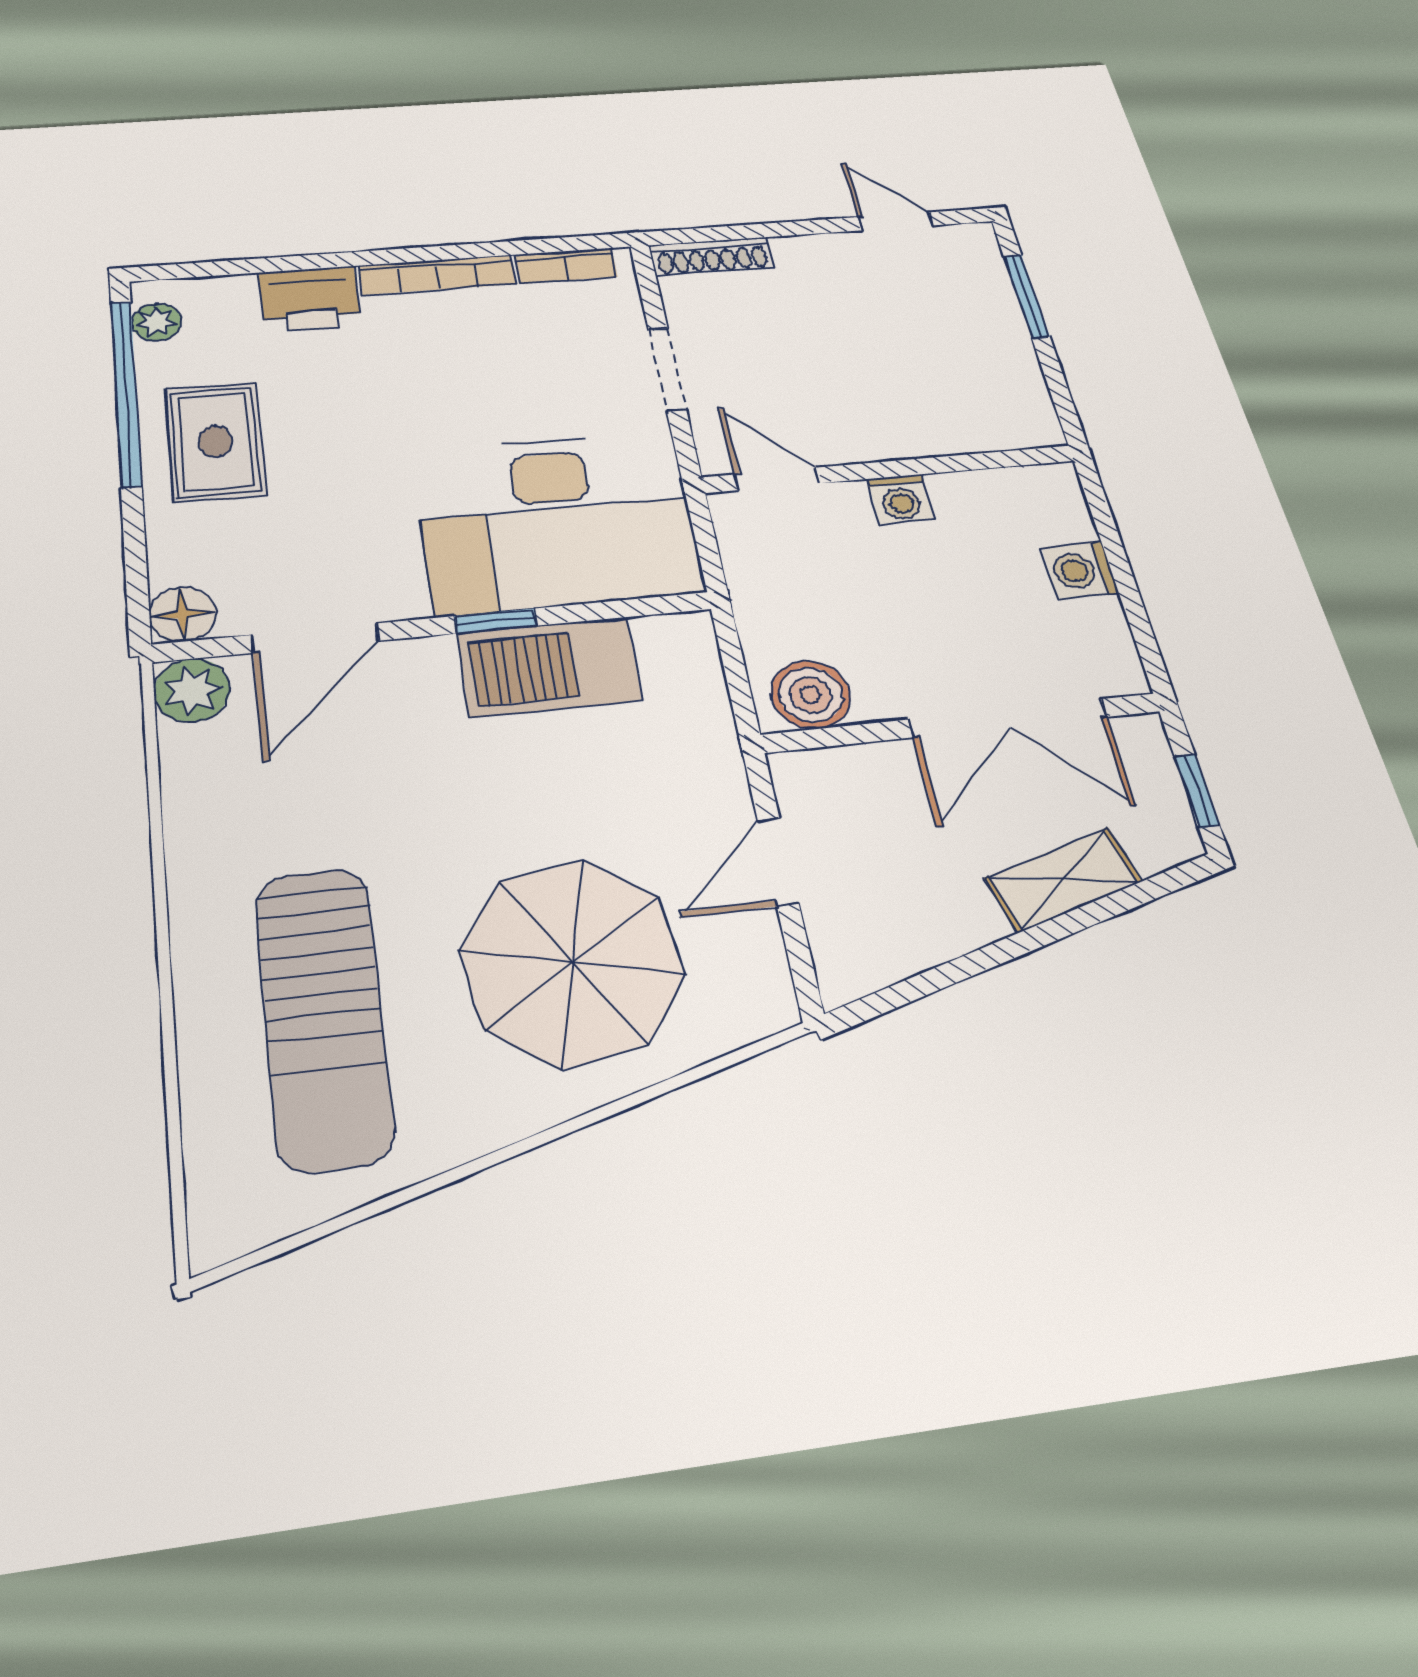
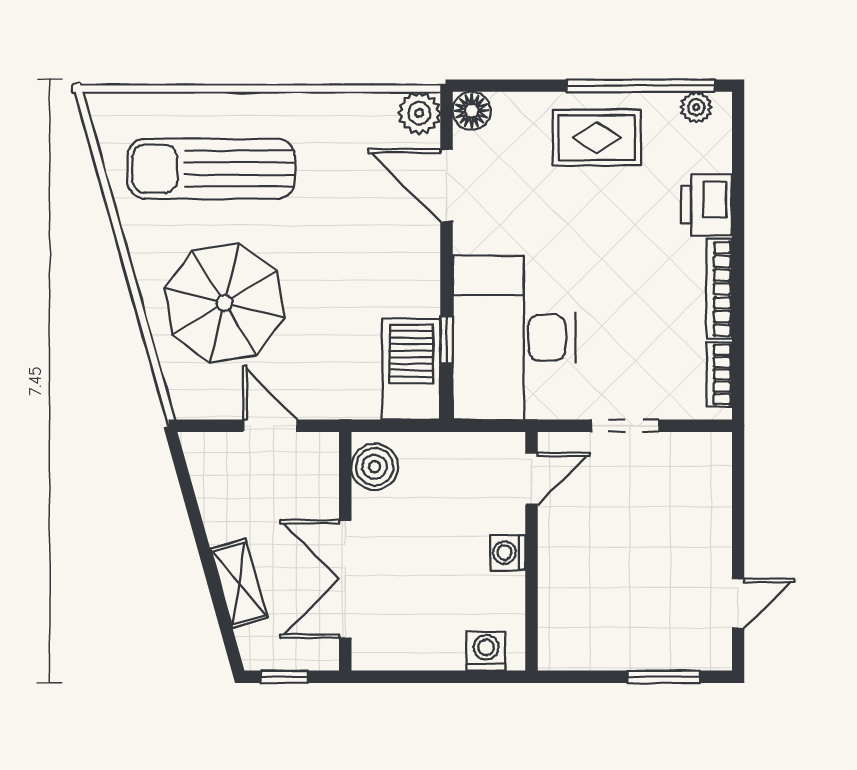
shoe rack: (712, 256) -> (718, 472), removed
washing machine: (1080, 570) -> (486, 651), moved
window: (496, 621) -> (447, 340), moved
barbecue: (549, 667) -> (411, 369), moved

